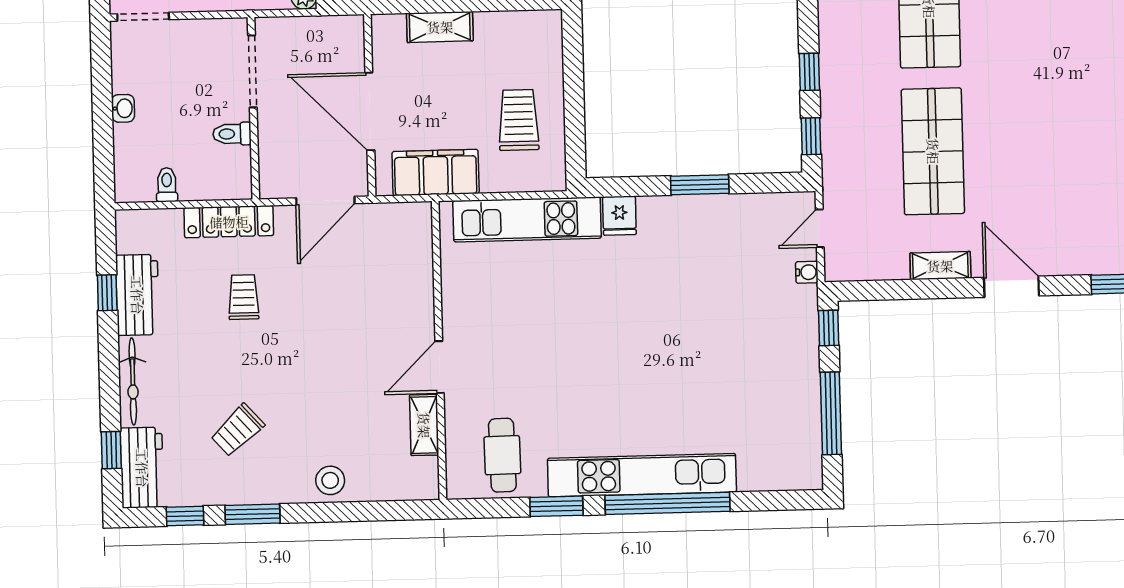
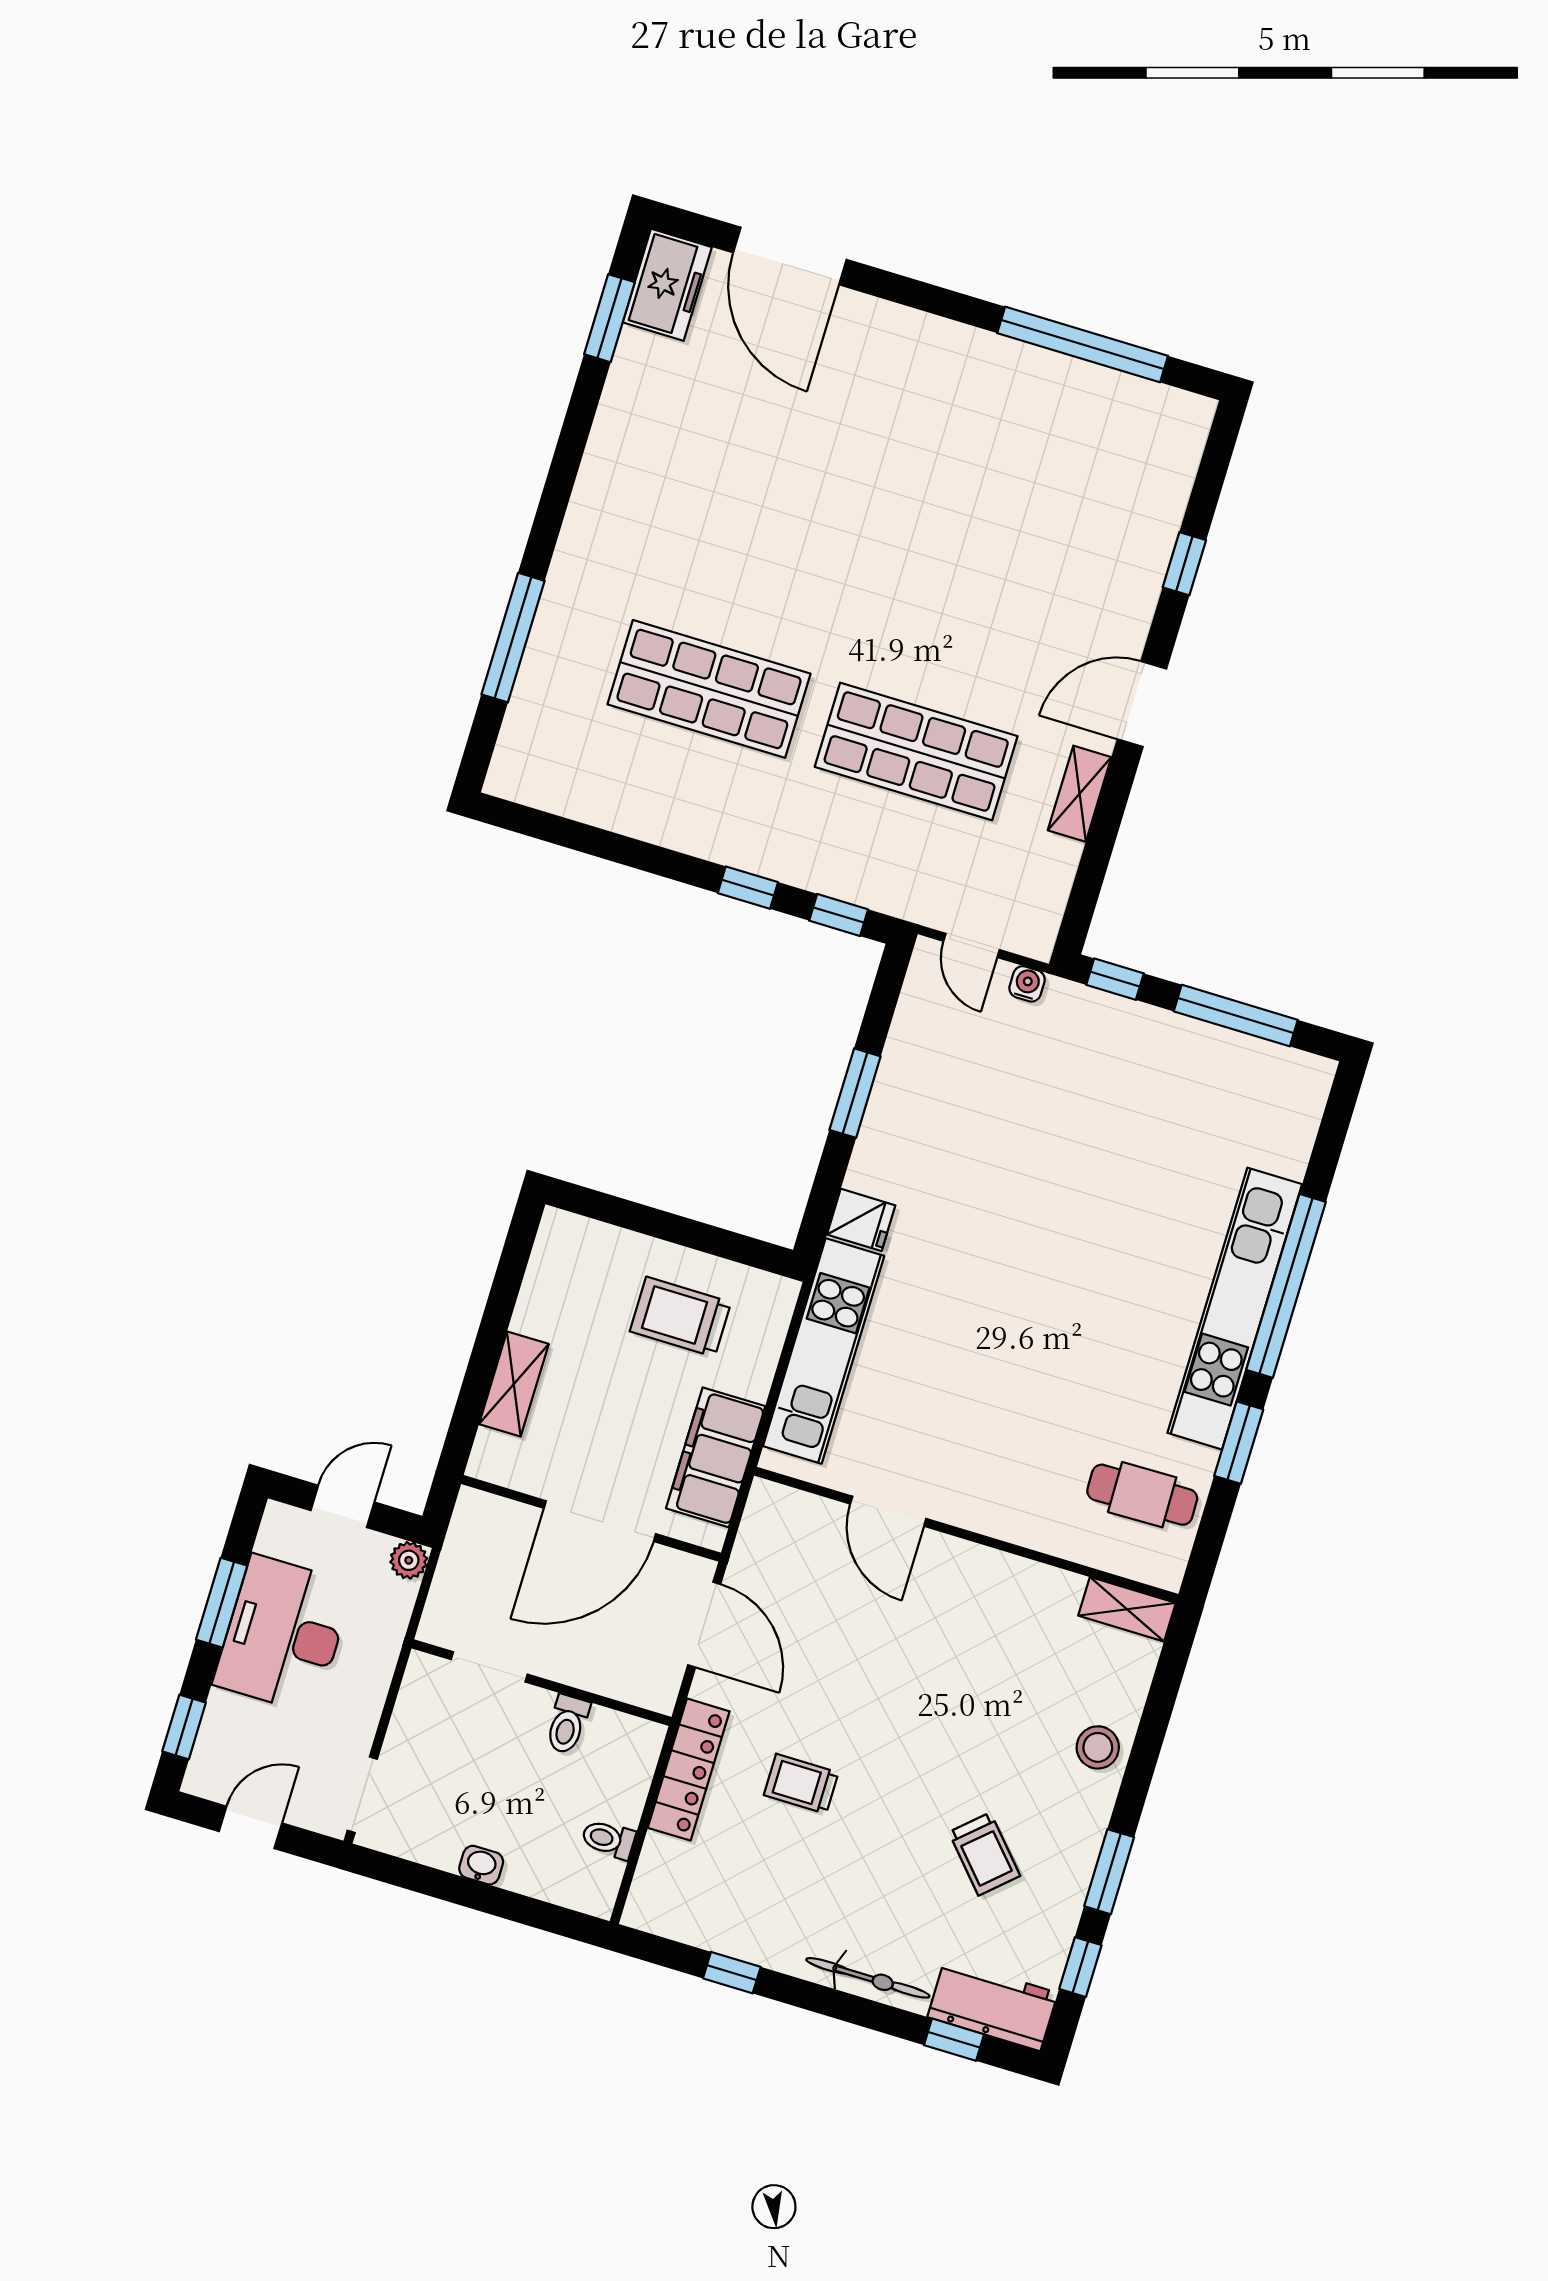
doorway: (252, 71) -> (489, 1667), width x0.73
workbench: (137, 295) -> (749, 1931), removed
door: (439, 367) -> (888, 1511), moved
shelving: (424, 425) -> (1127, 1609), moved

